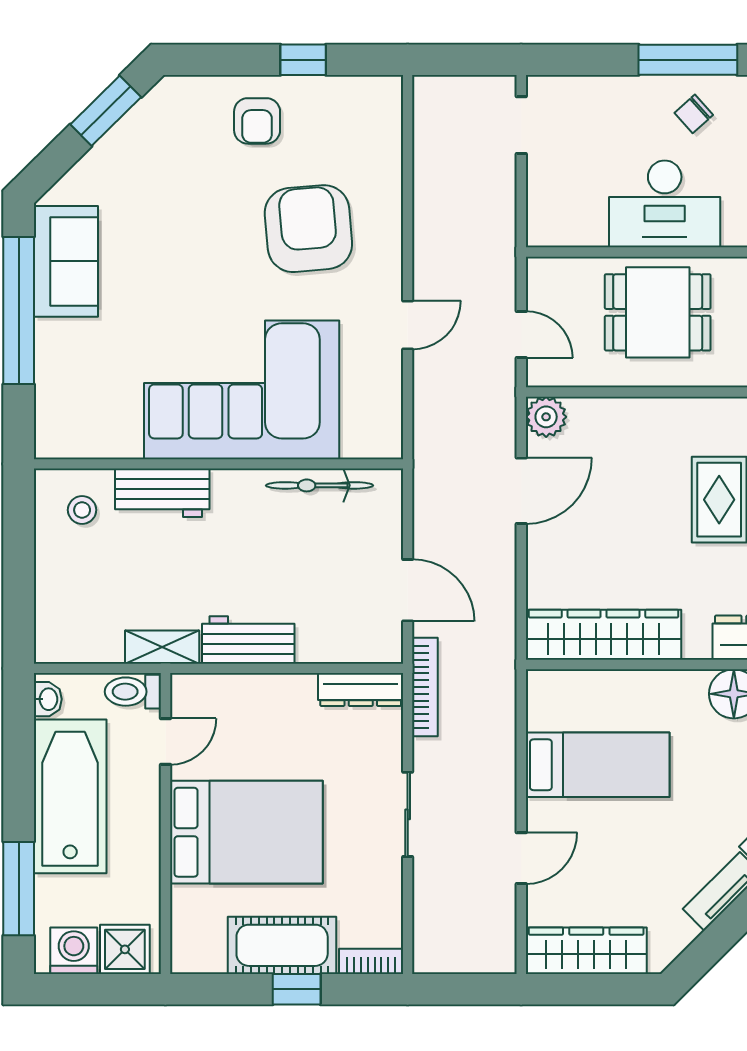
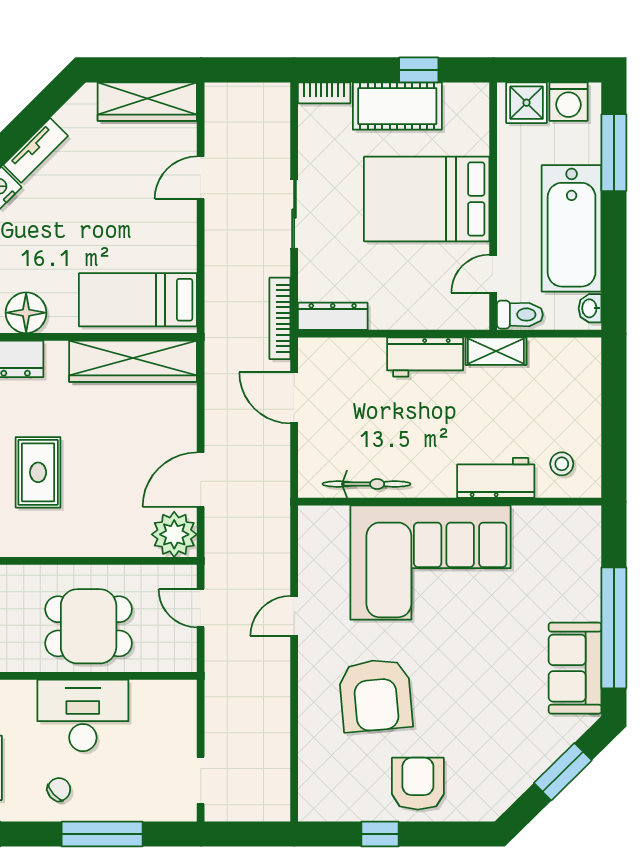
window: (688, 60) -> (102, 834), moved
window: (106, 111) -> (563, 772), moved
armchair: (257, 121) -> (418, 784), width x1.38, depth x1.38
plant: (546, 417) -> (174, 534), width x1.36, depth x1.36
bed: (598, 765) -> (138, 300), moved
window: (297, 989) -> (419, 70), moved

